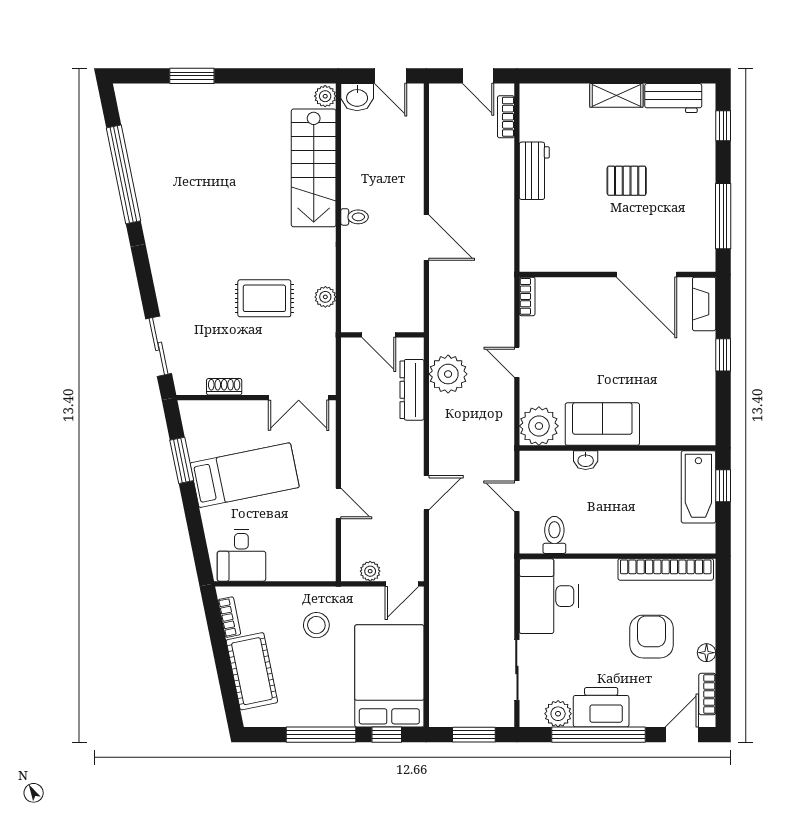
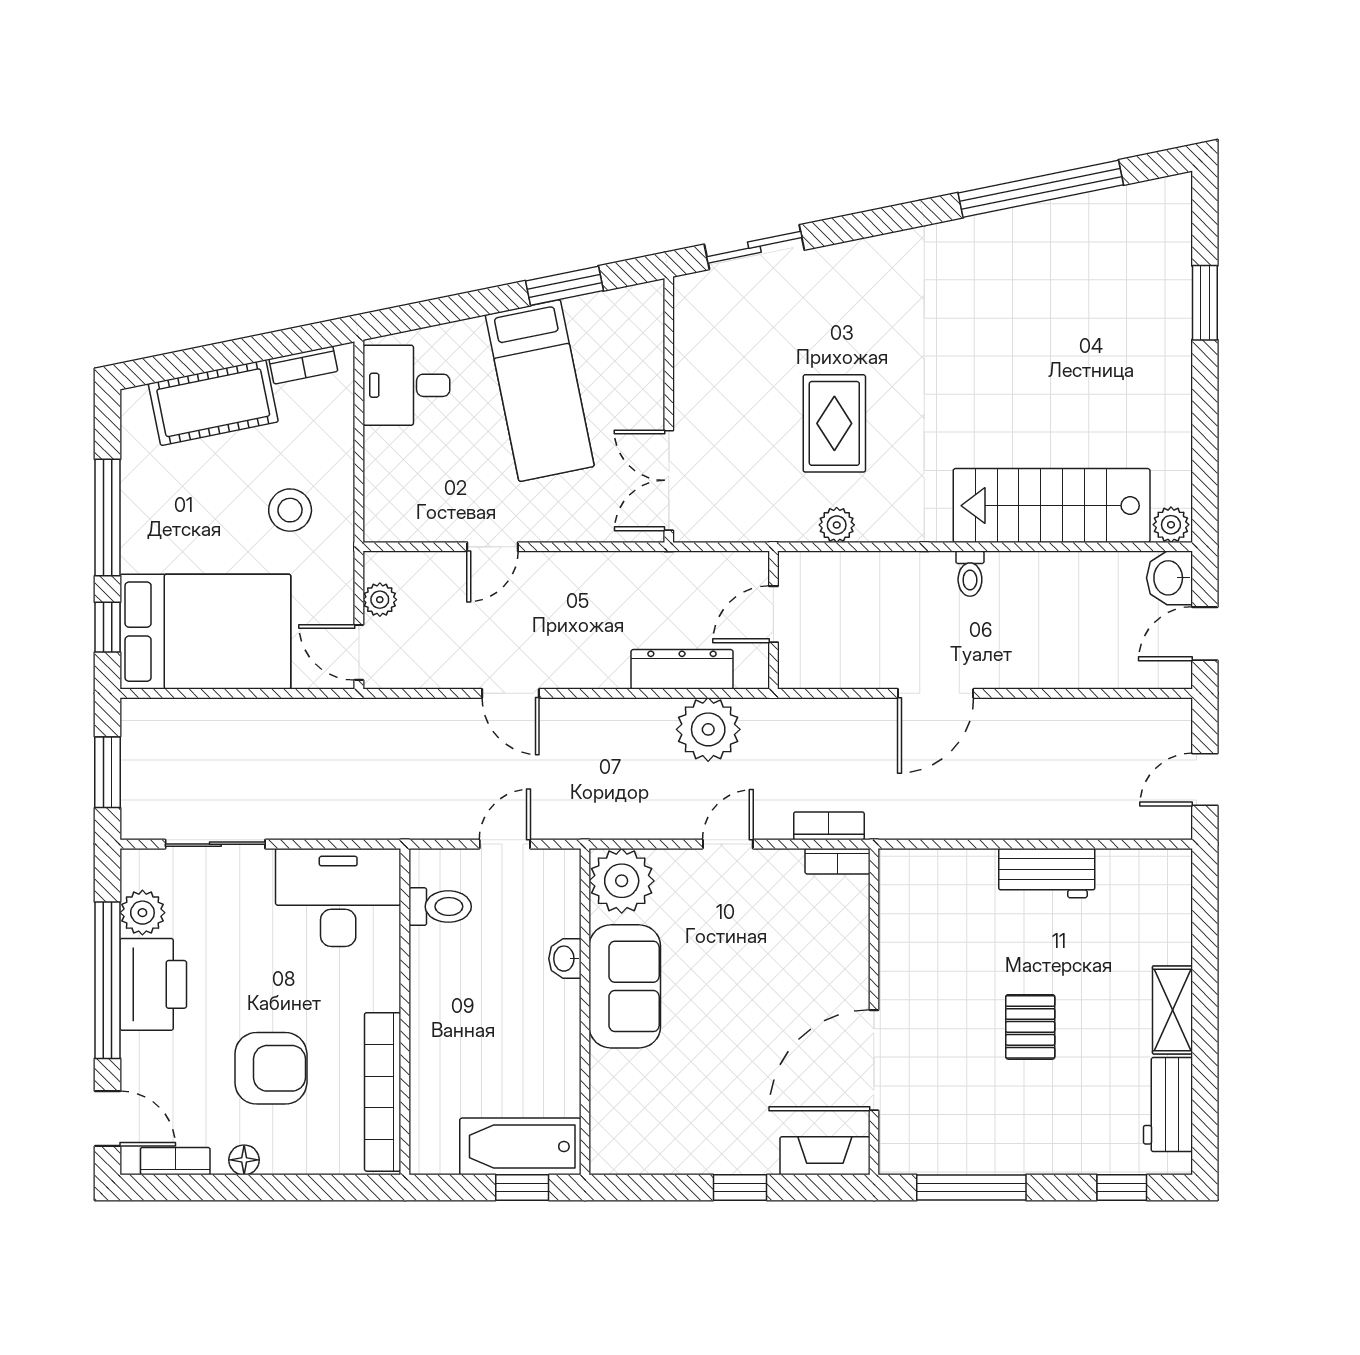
bookcase: (506, 117) -> (829, 826), moved
shoe rack: (224, 387) -> (687, 356), removed

